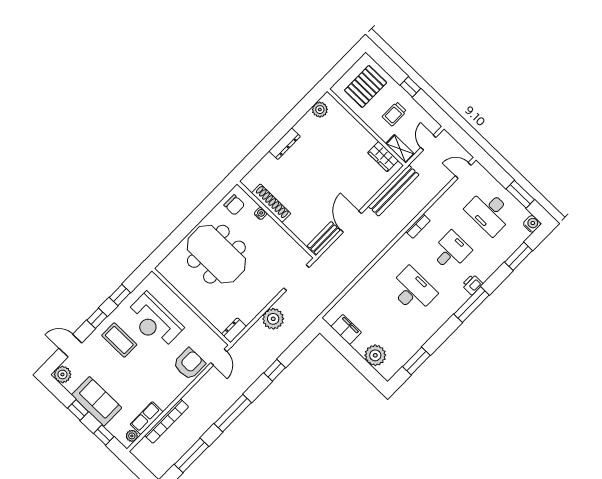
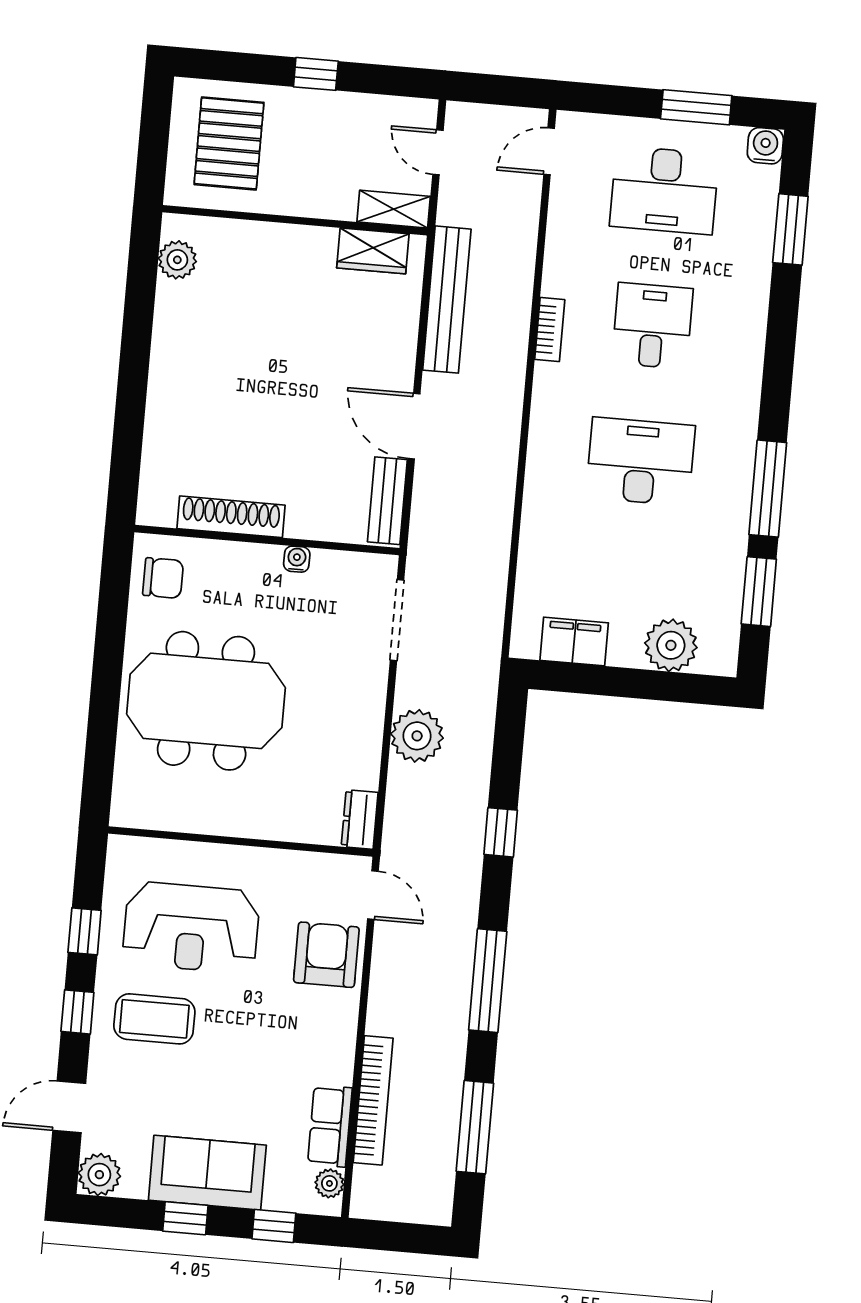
trolley: (394, 114) -> (328, 151), removed
dresser: (285, 144) -> (163, 381), removed
water cooler: (261, 213) -> (297, 559), moved
printer: (472, 284) -> (746, 356), removed
window: (471, 305) -> (768, 489), moved

